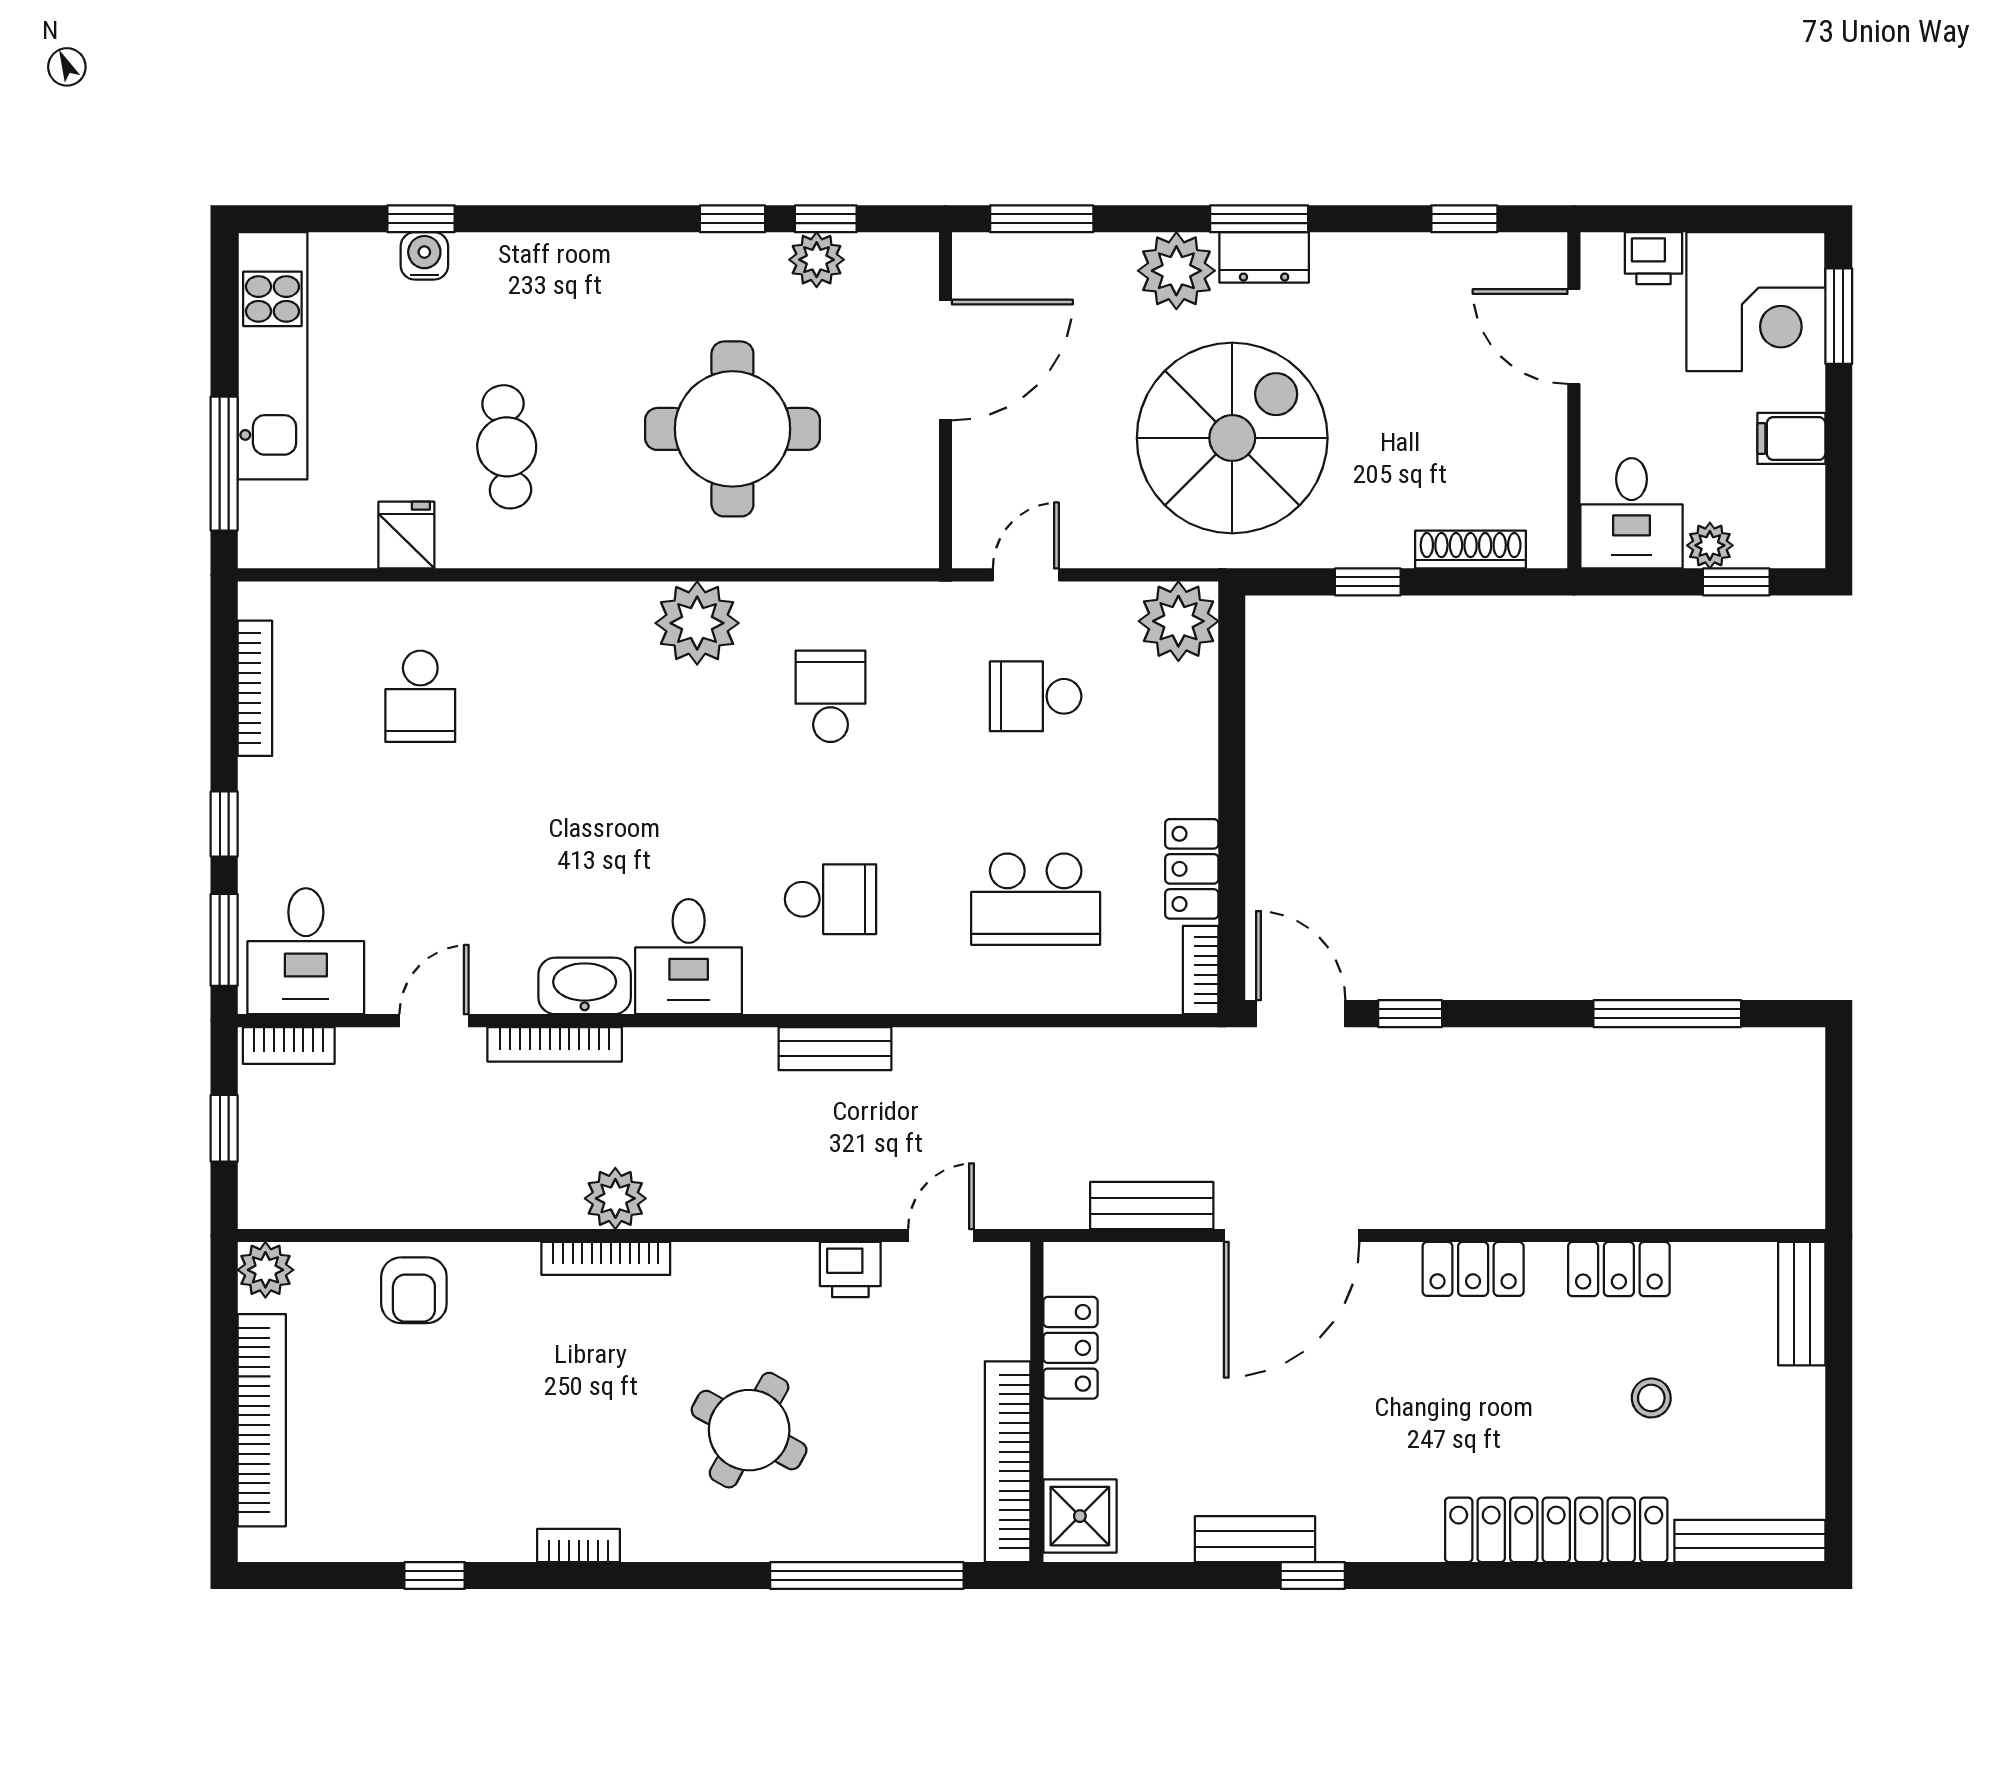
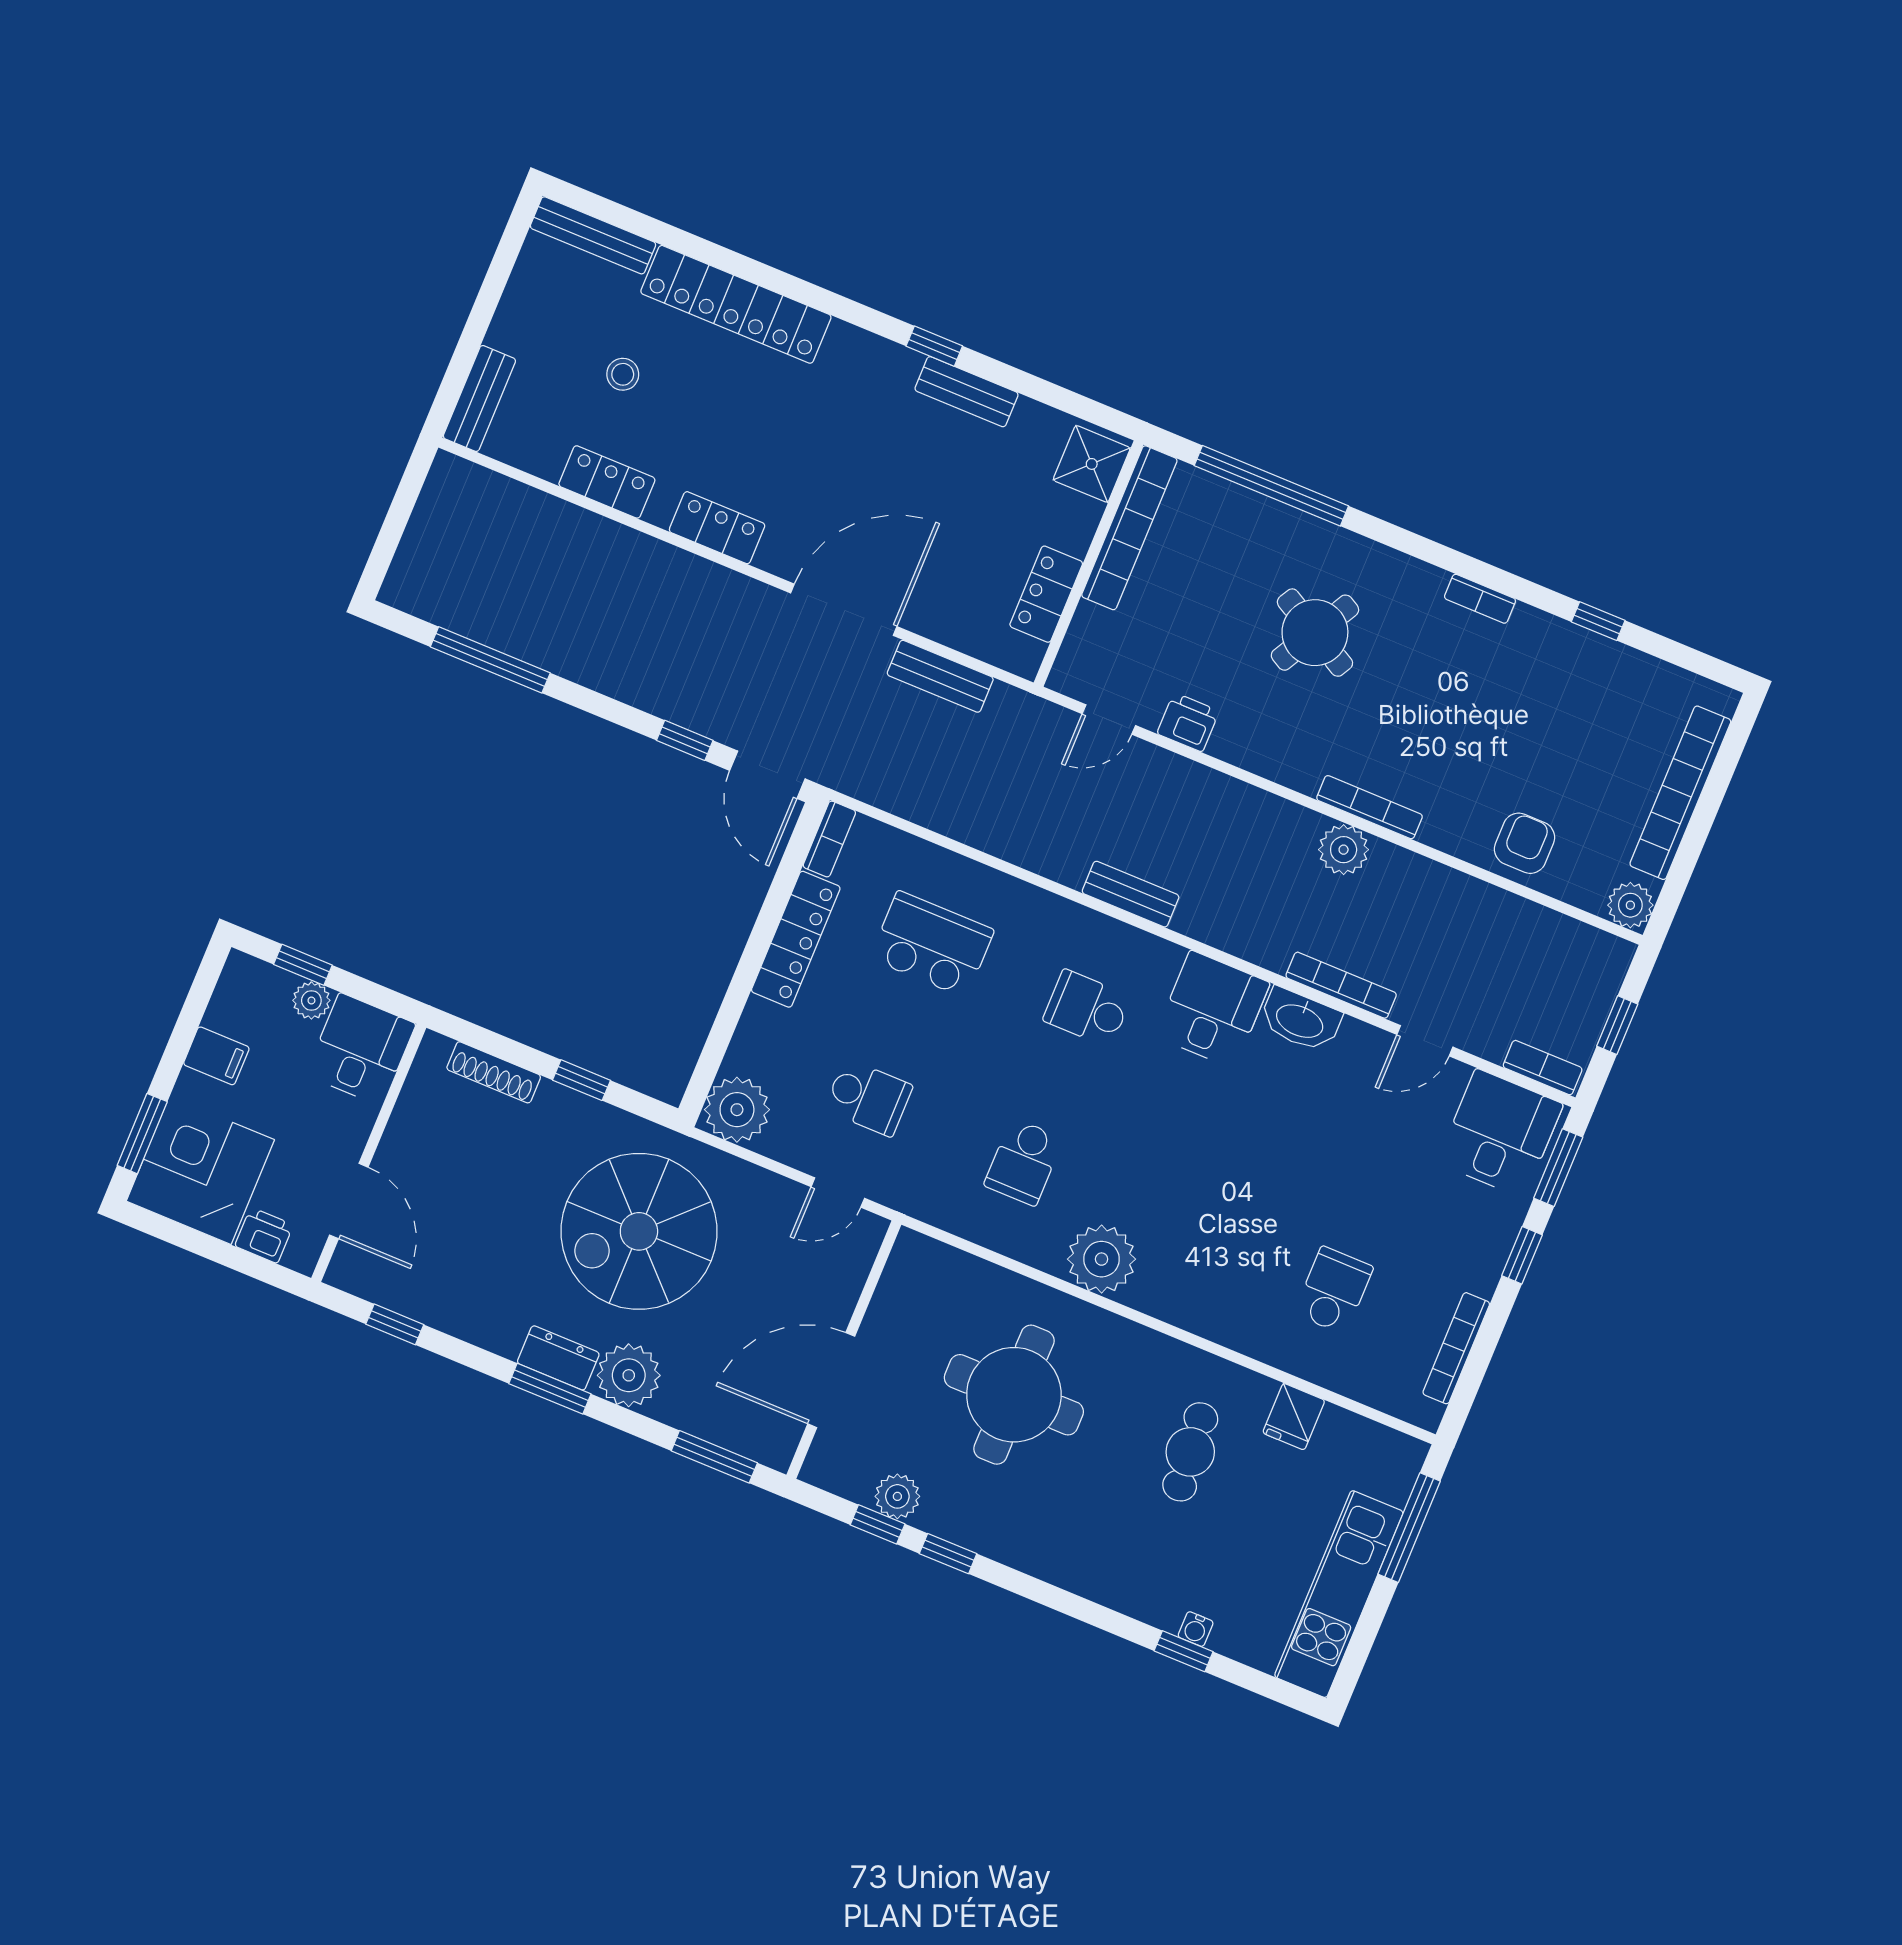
water cooler: (424, 256) -> (1196, 1629), width x0.72, depth x0.72
locker: (1192, 869) -> (796, 939), width x1.53

